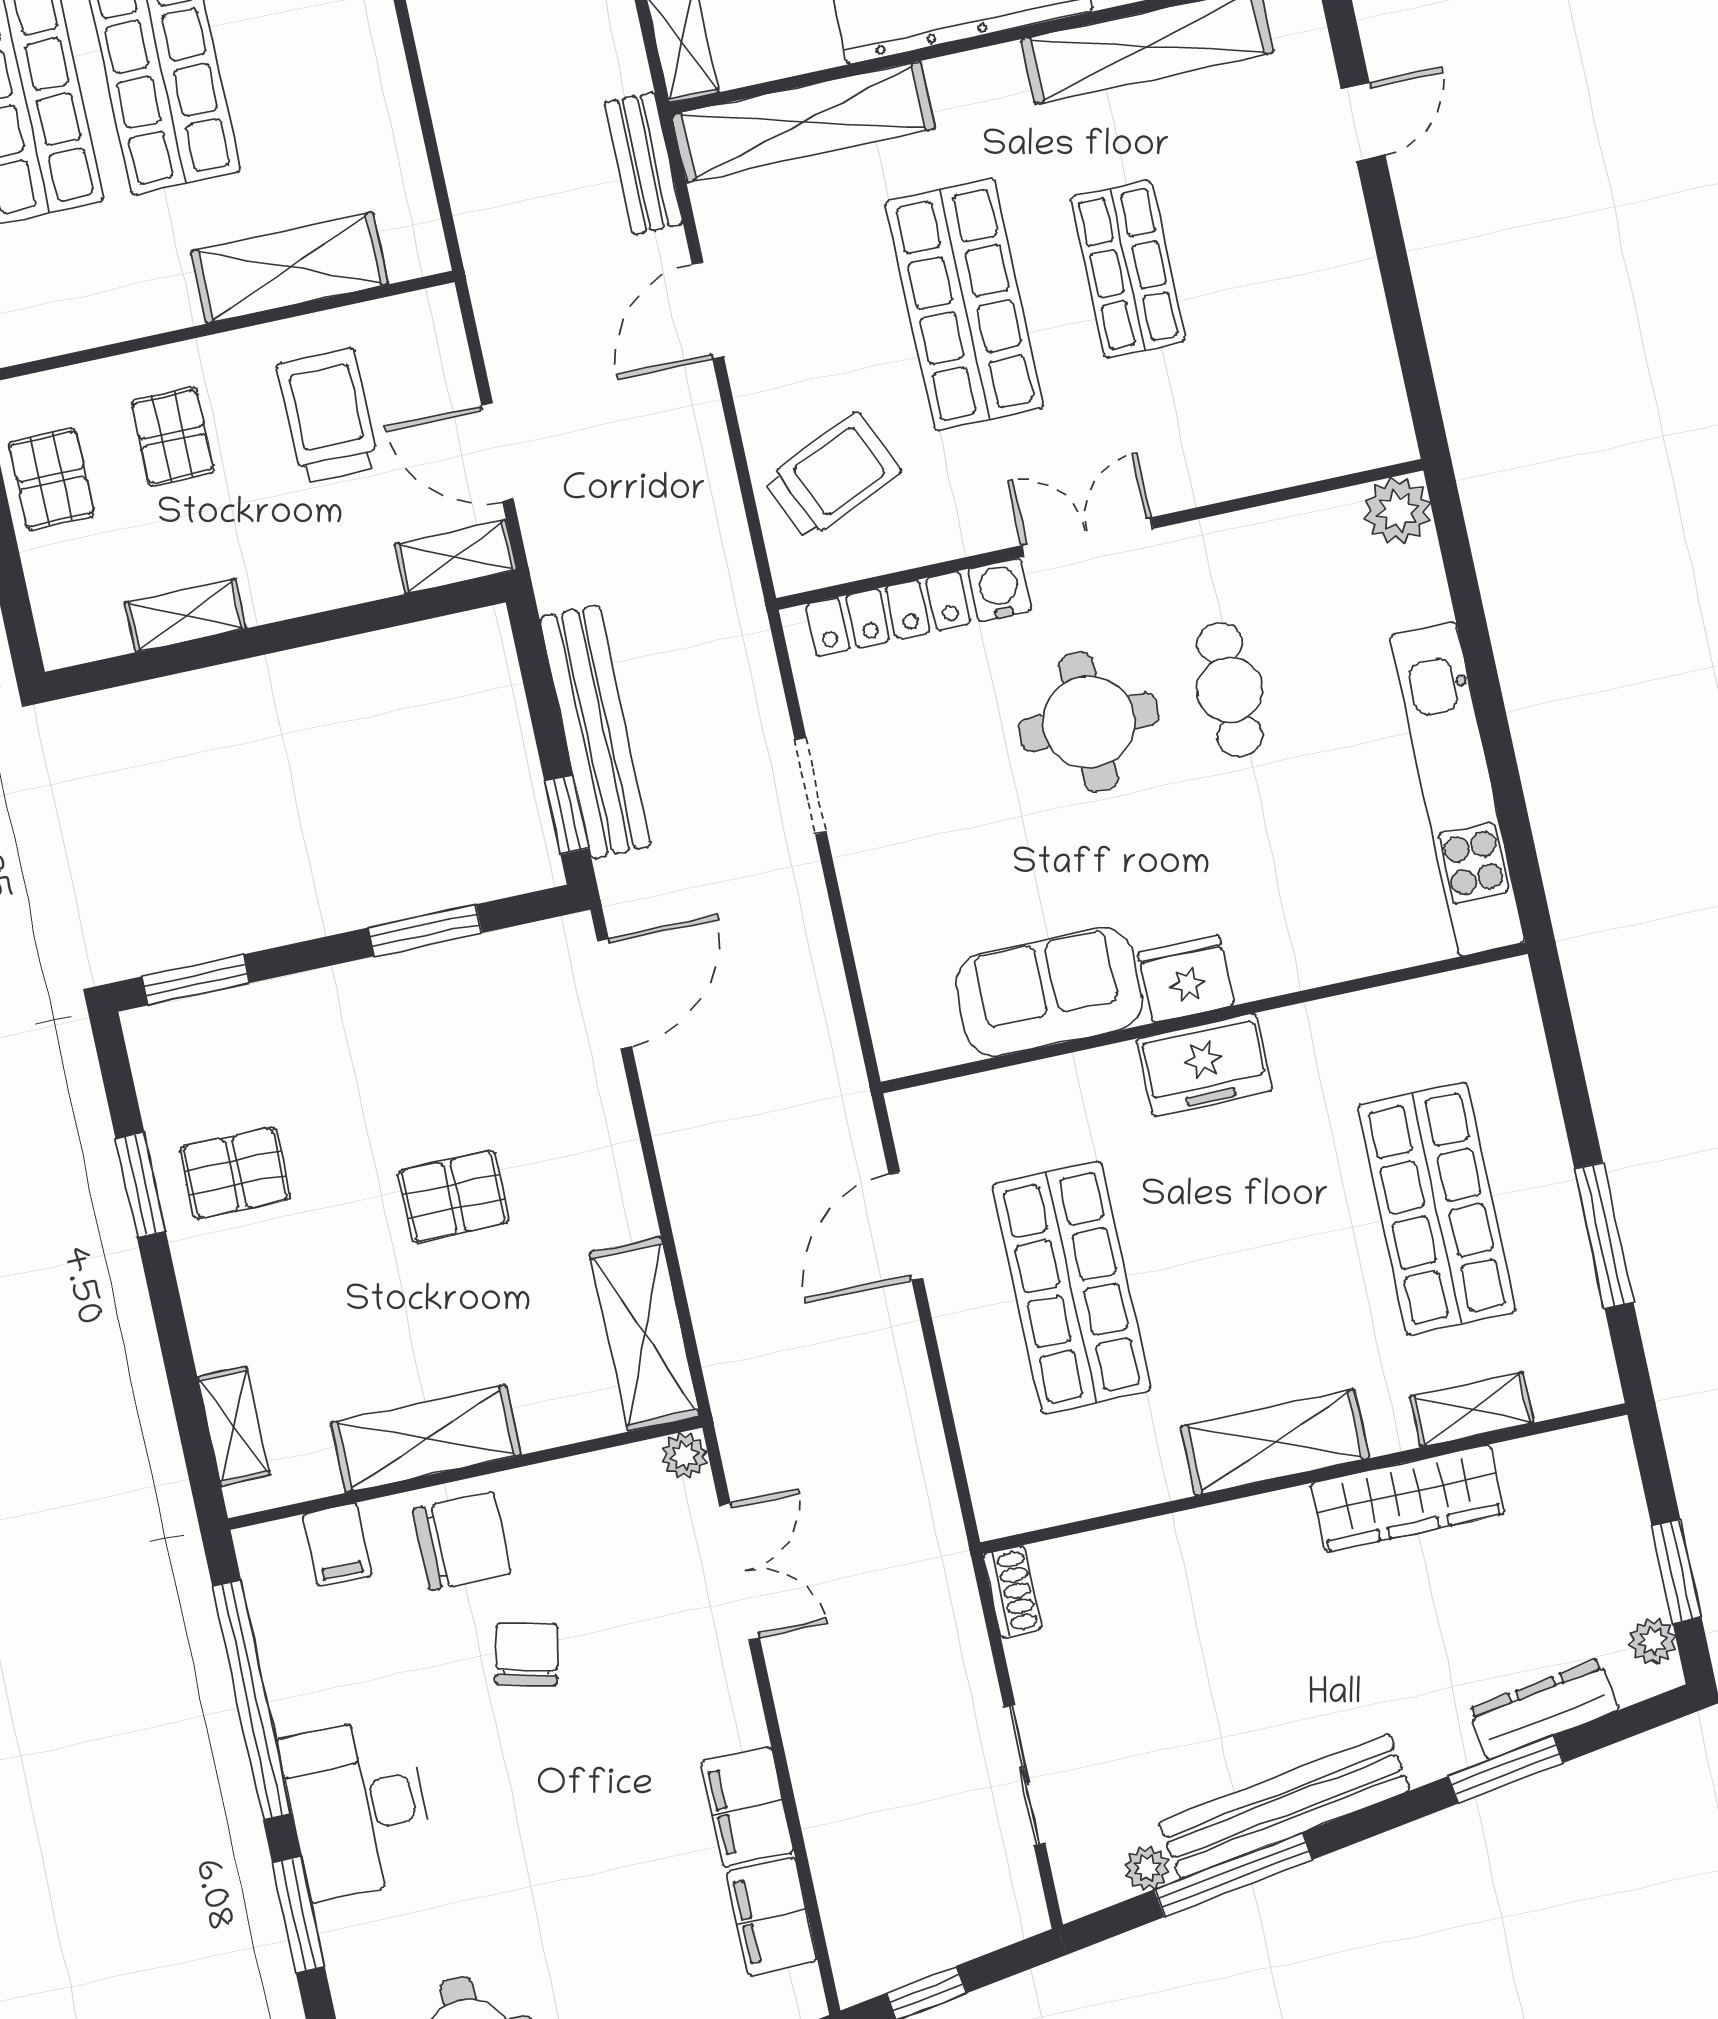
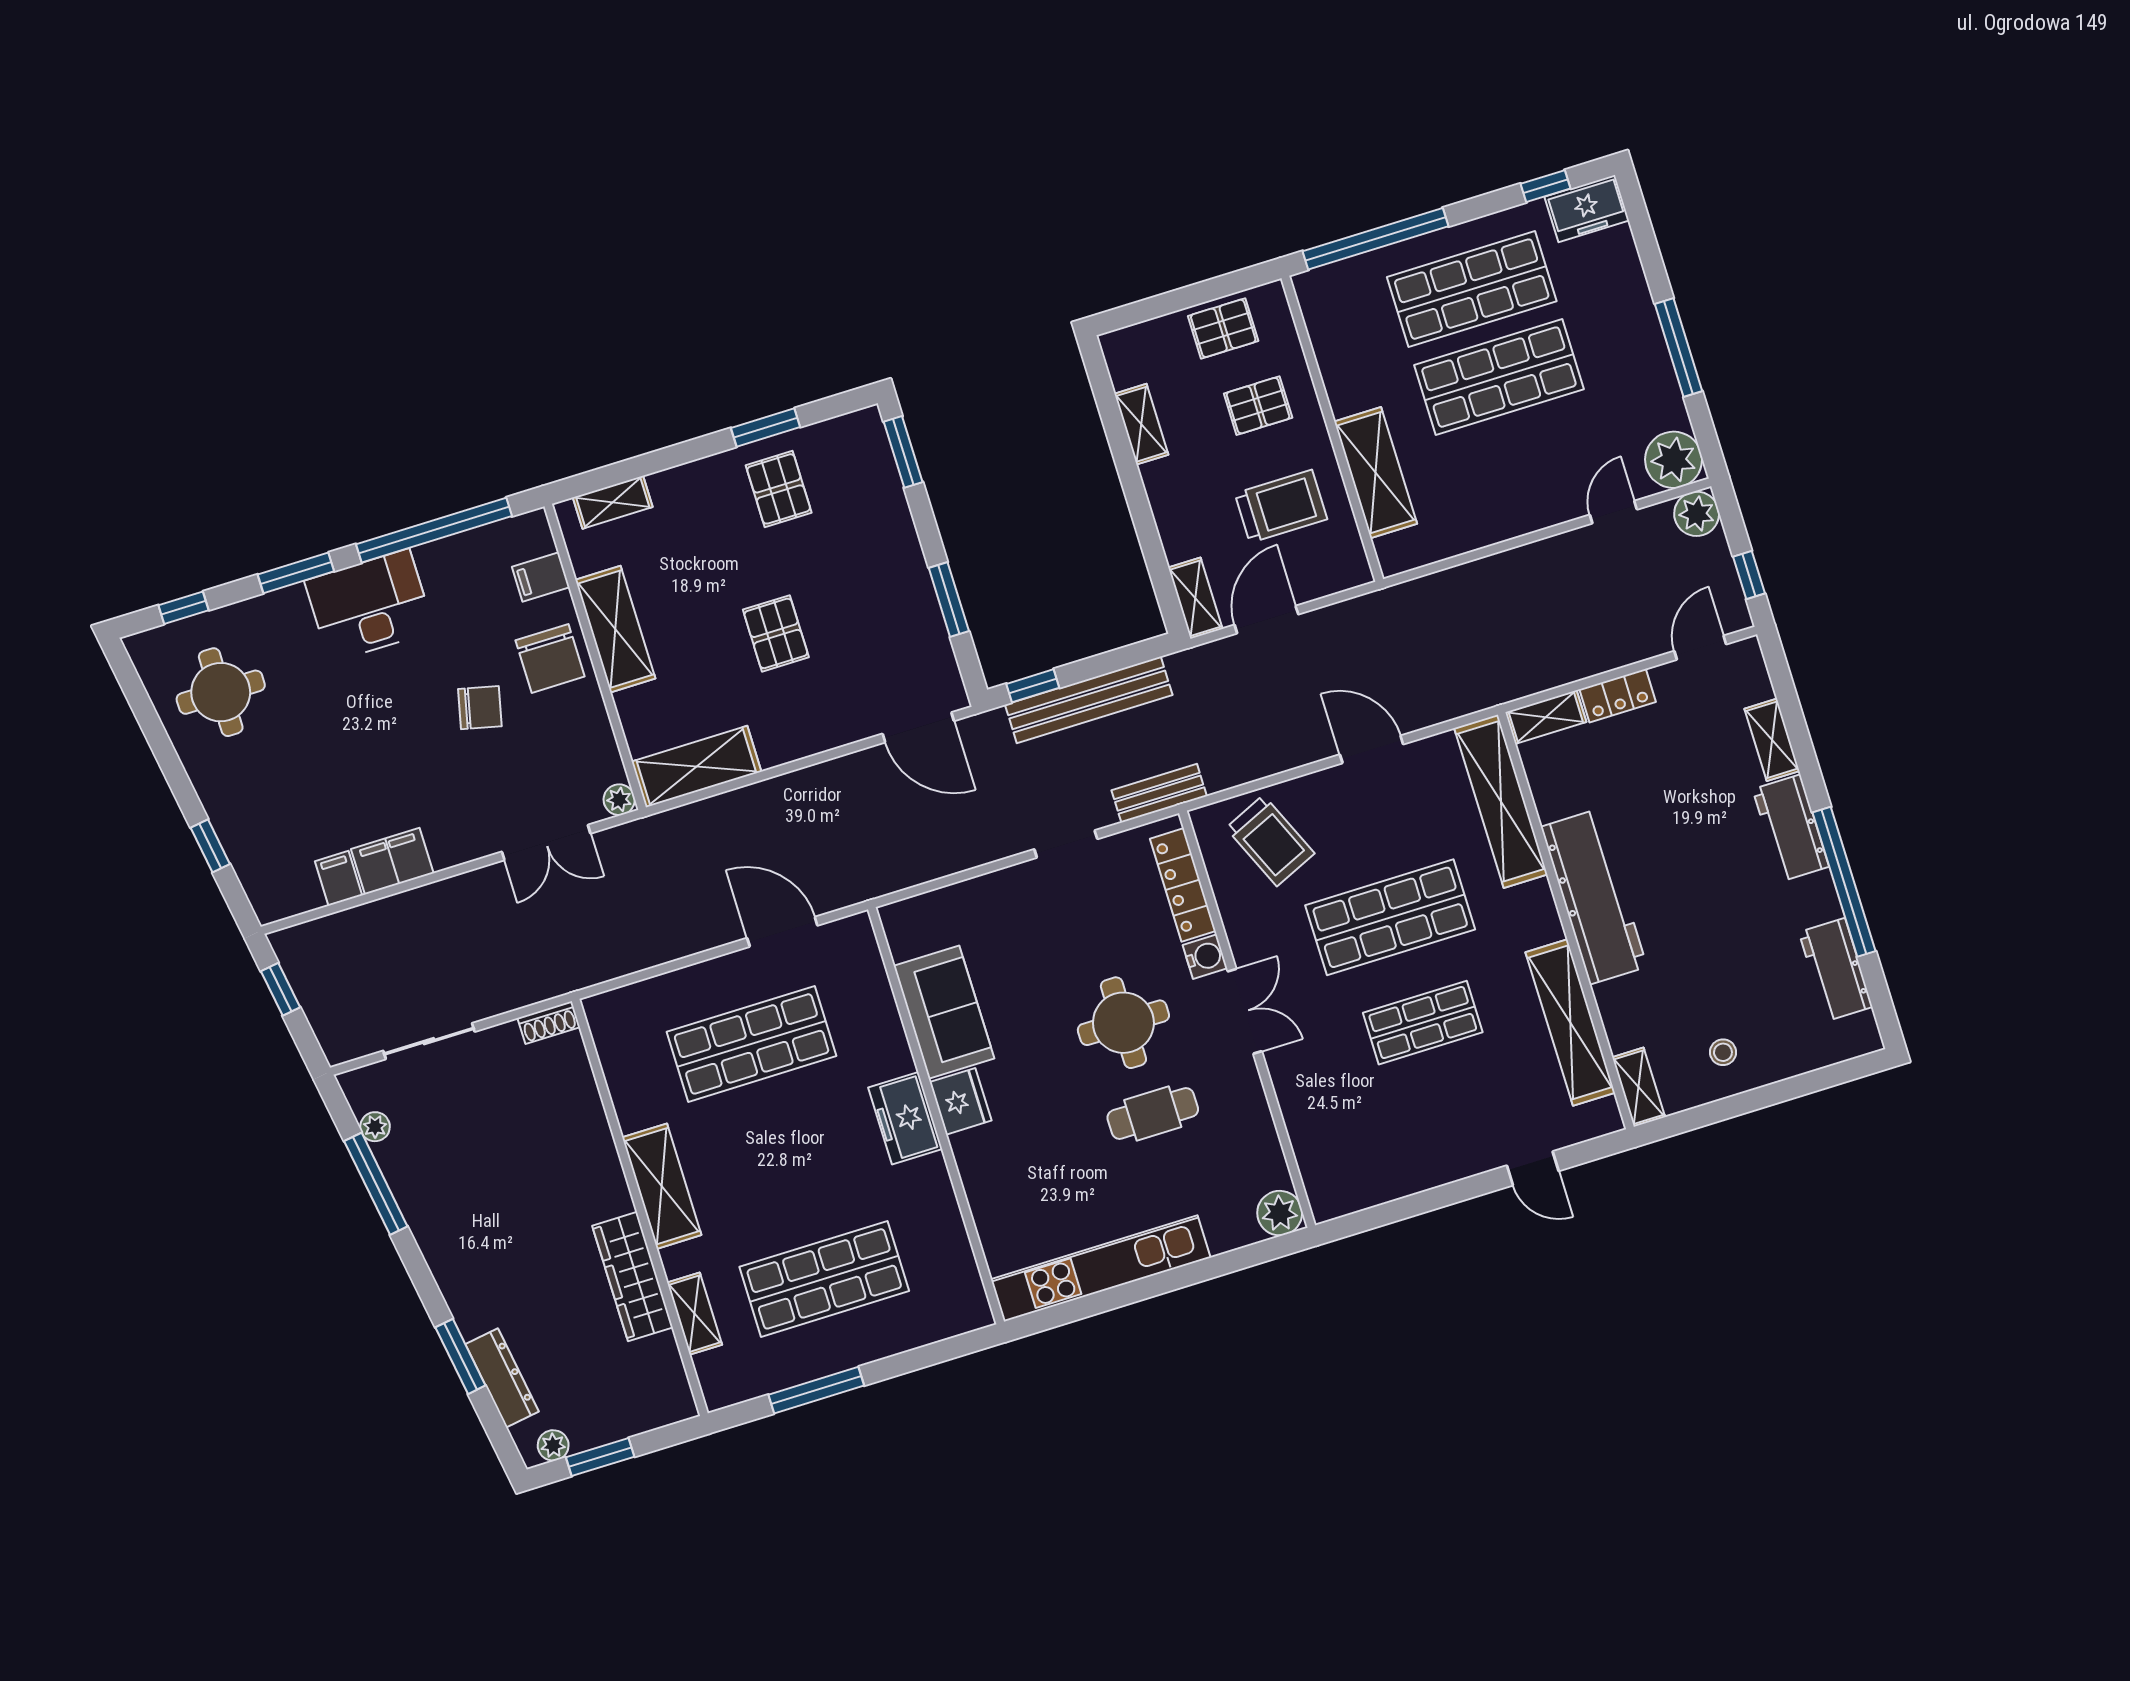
bench: (644, 163) -> (1159, 793), moved
bench: (1284, 1806) -> (424, 1213), removed
filing cabinet: (772, 1917) -> (338, 878), width x0.50

